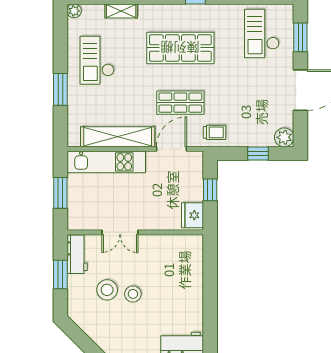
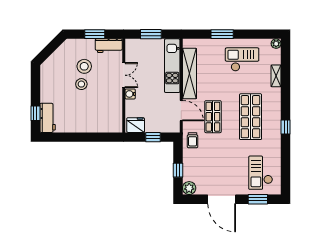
checkout: (262, 33) -> (261, 173), turned -90
water cooler: (147, 223) -> (130, 94), added
double door: (120, 232) -> (124, 75), swing flipped

